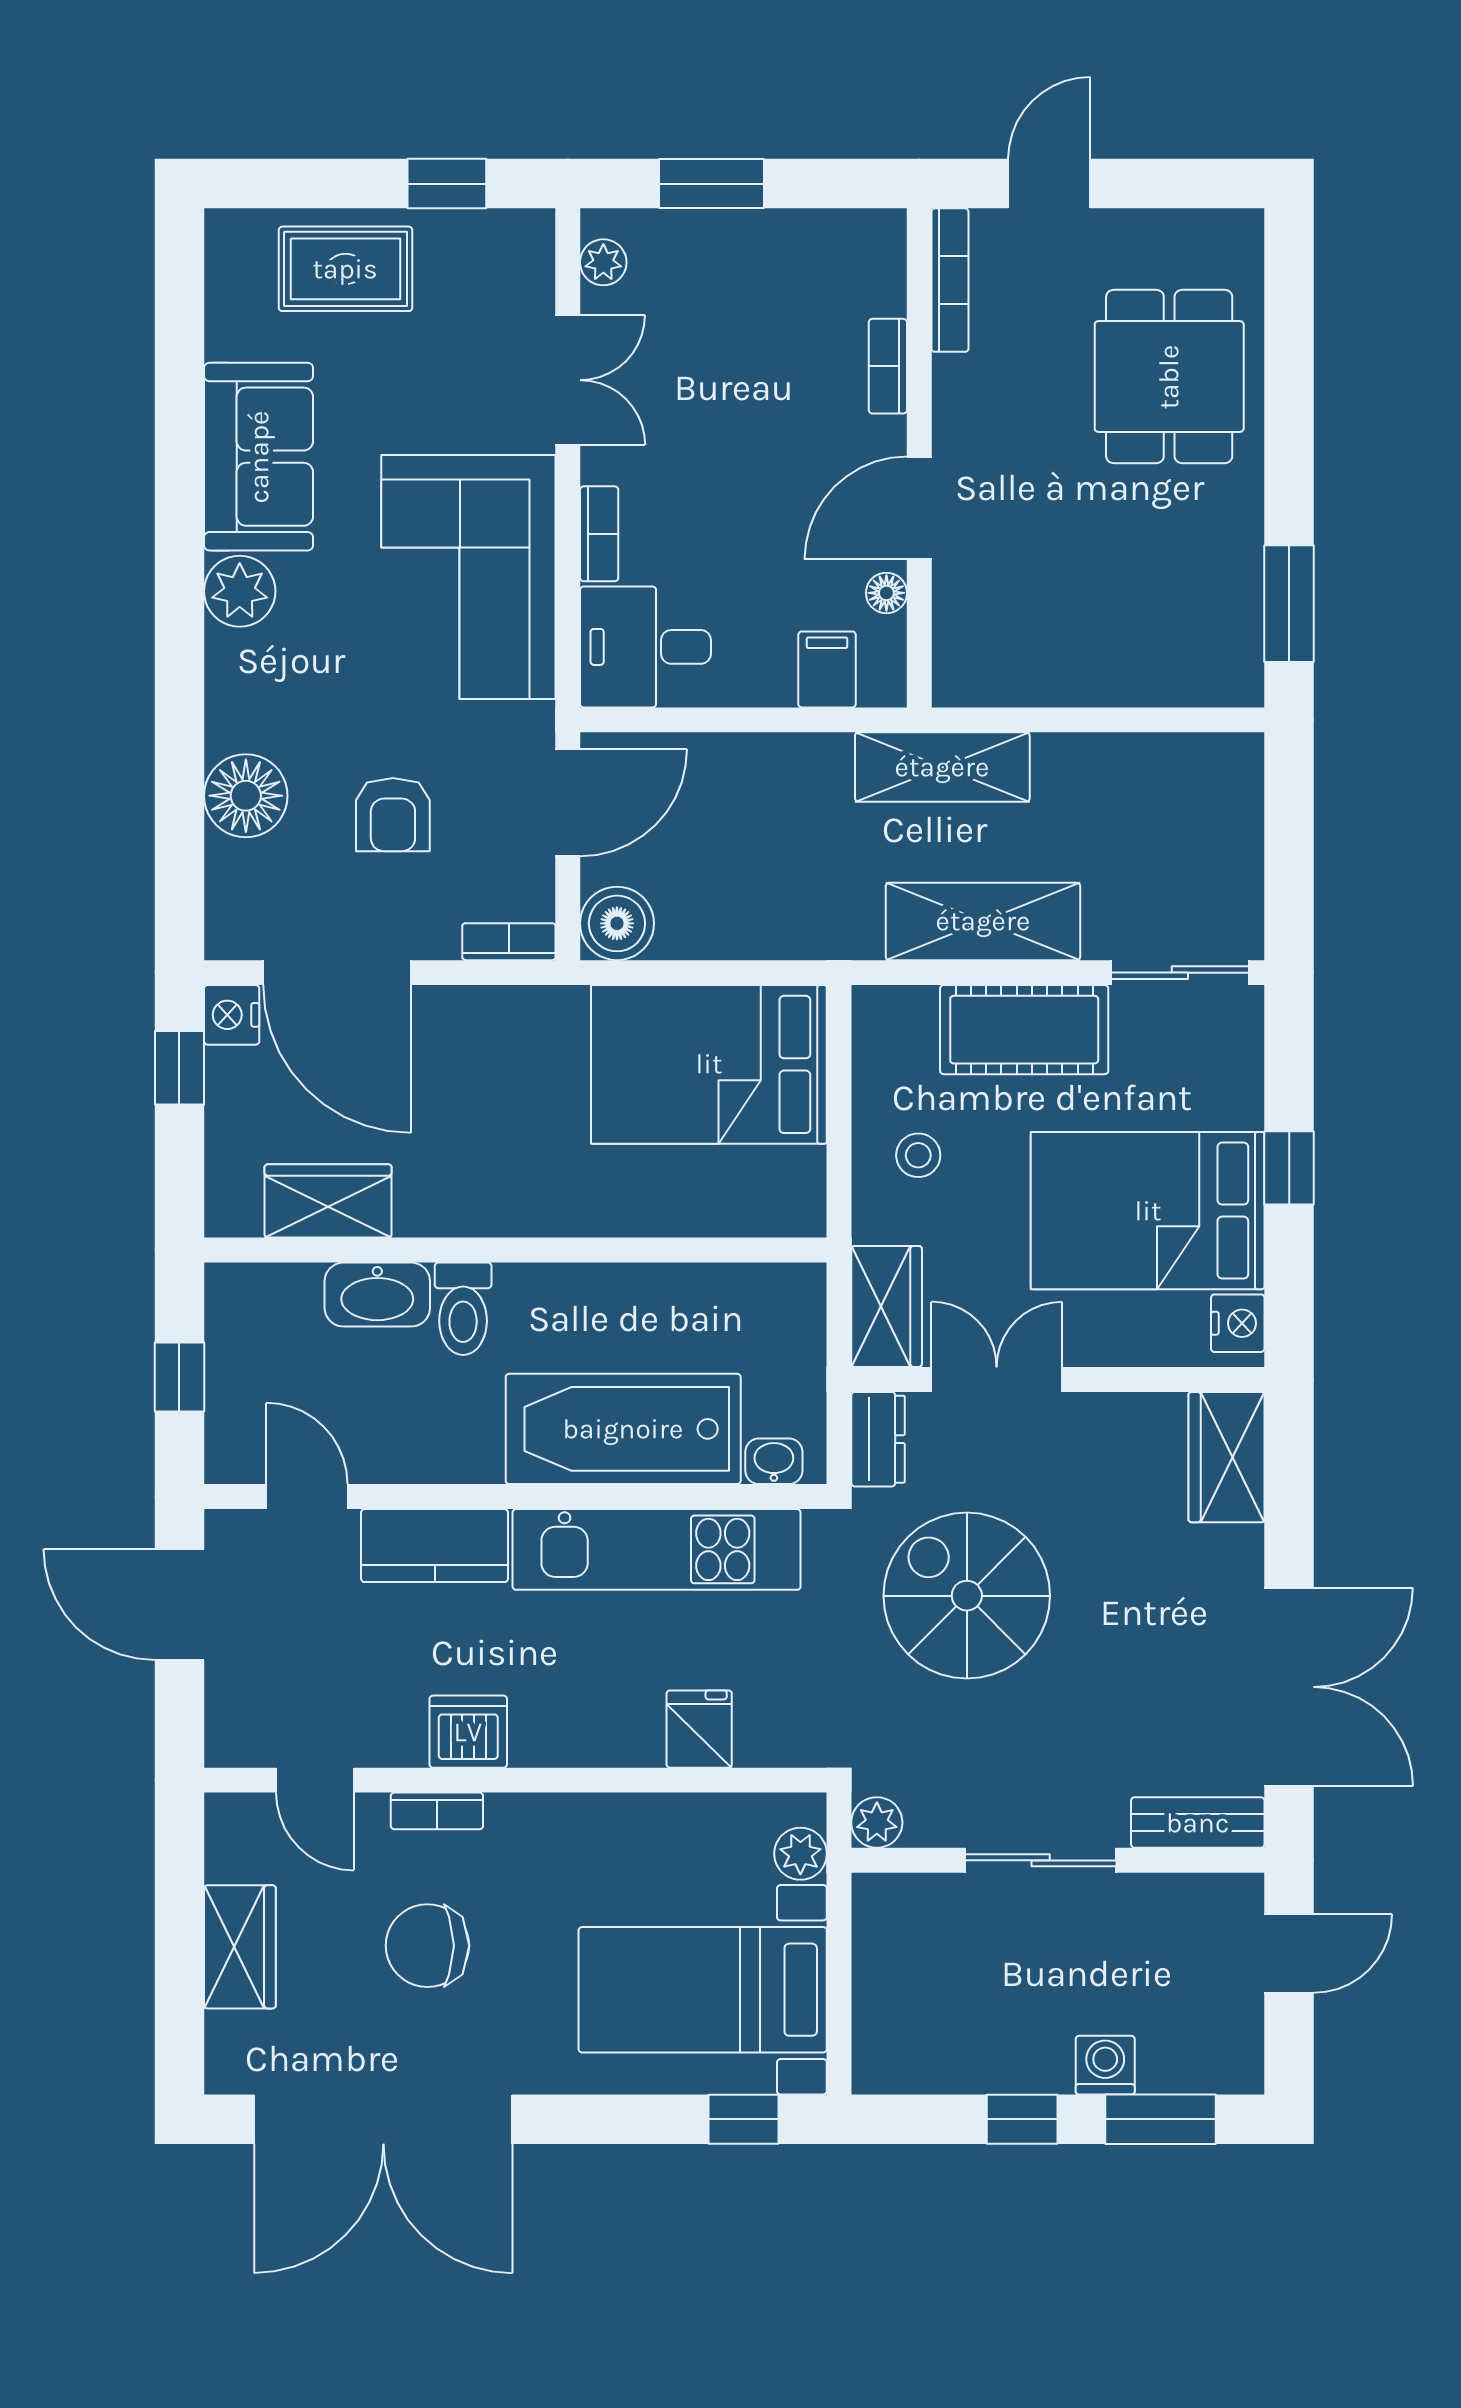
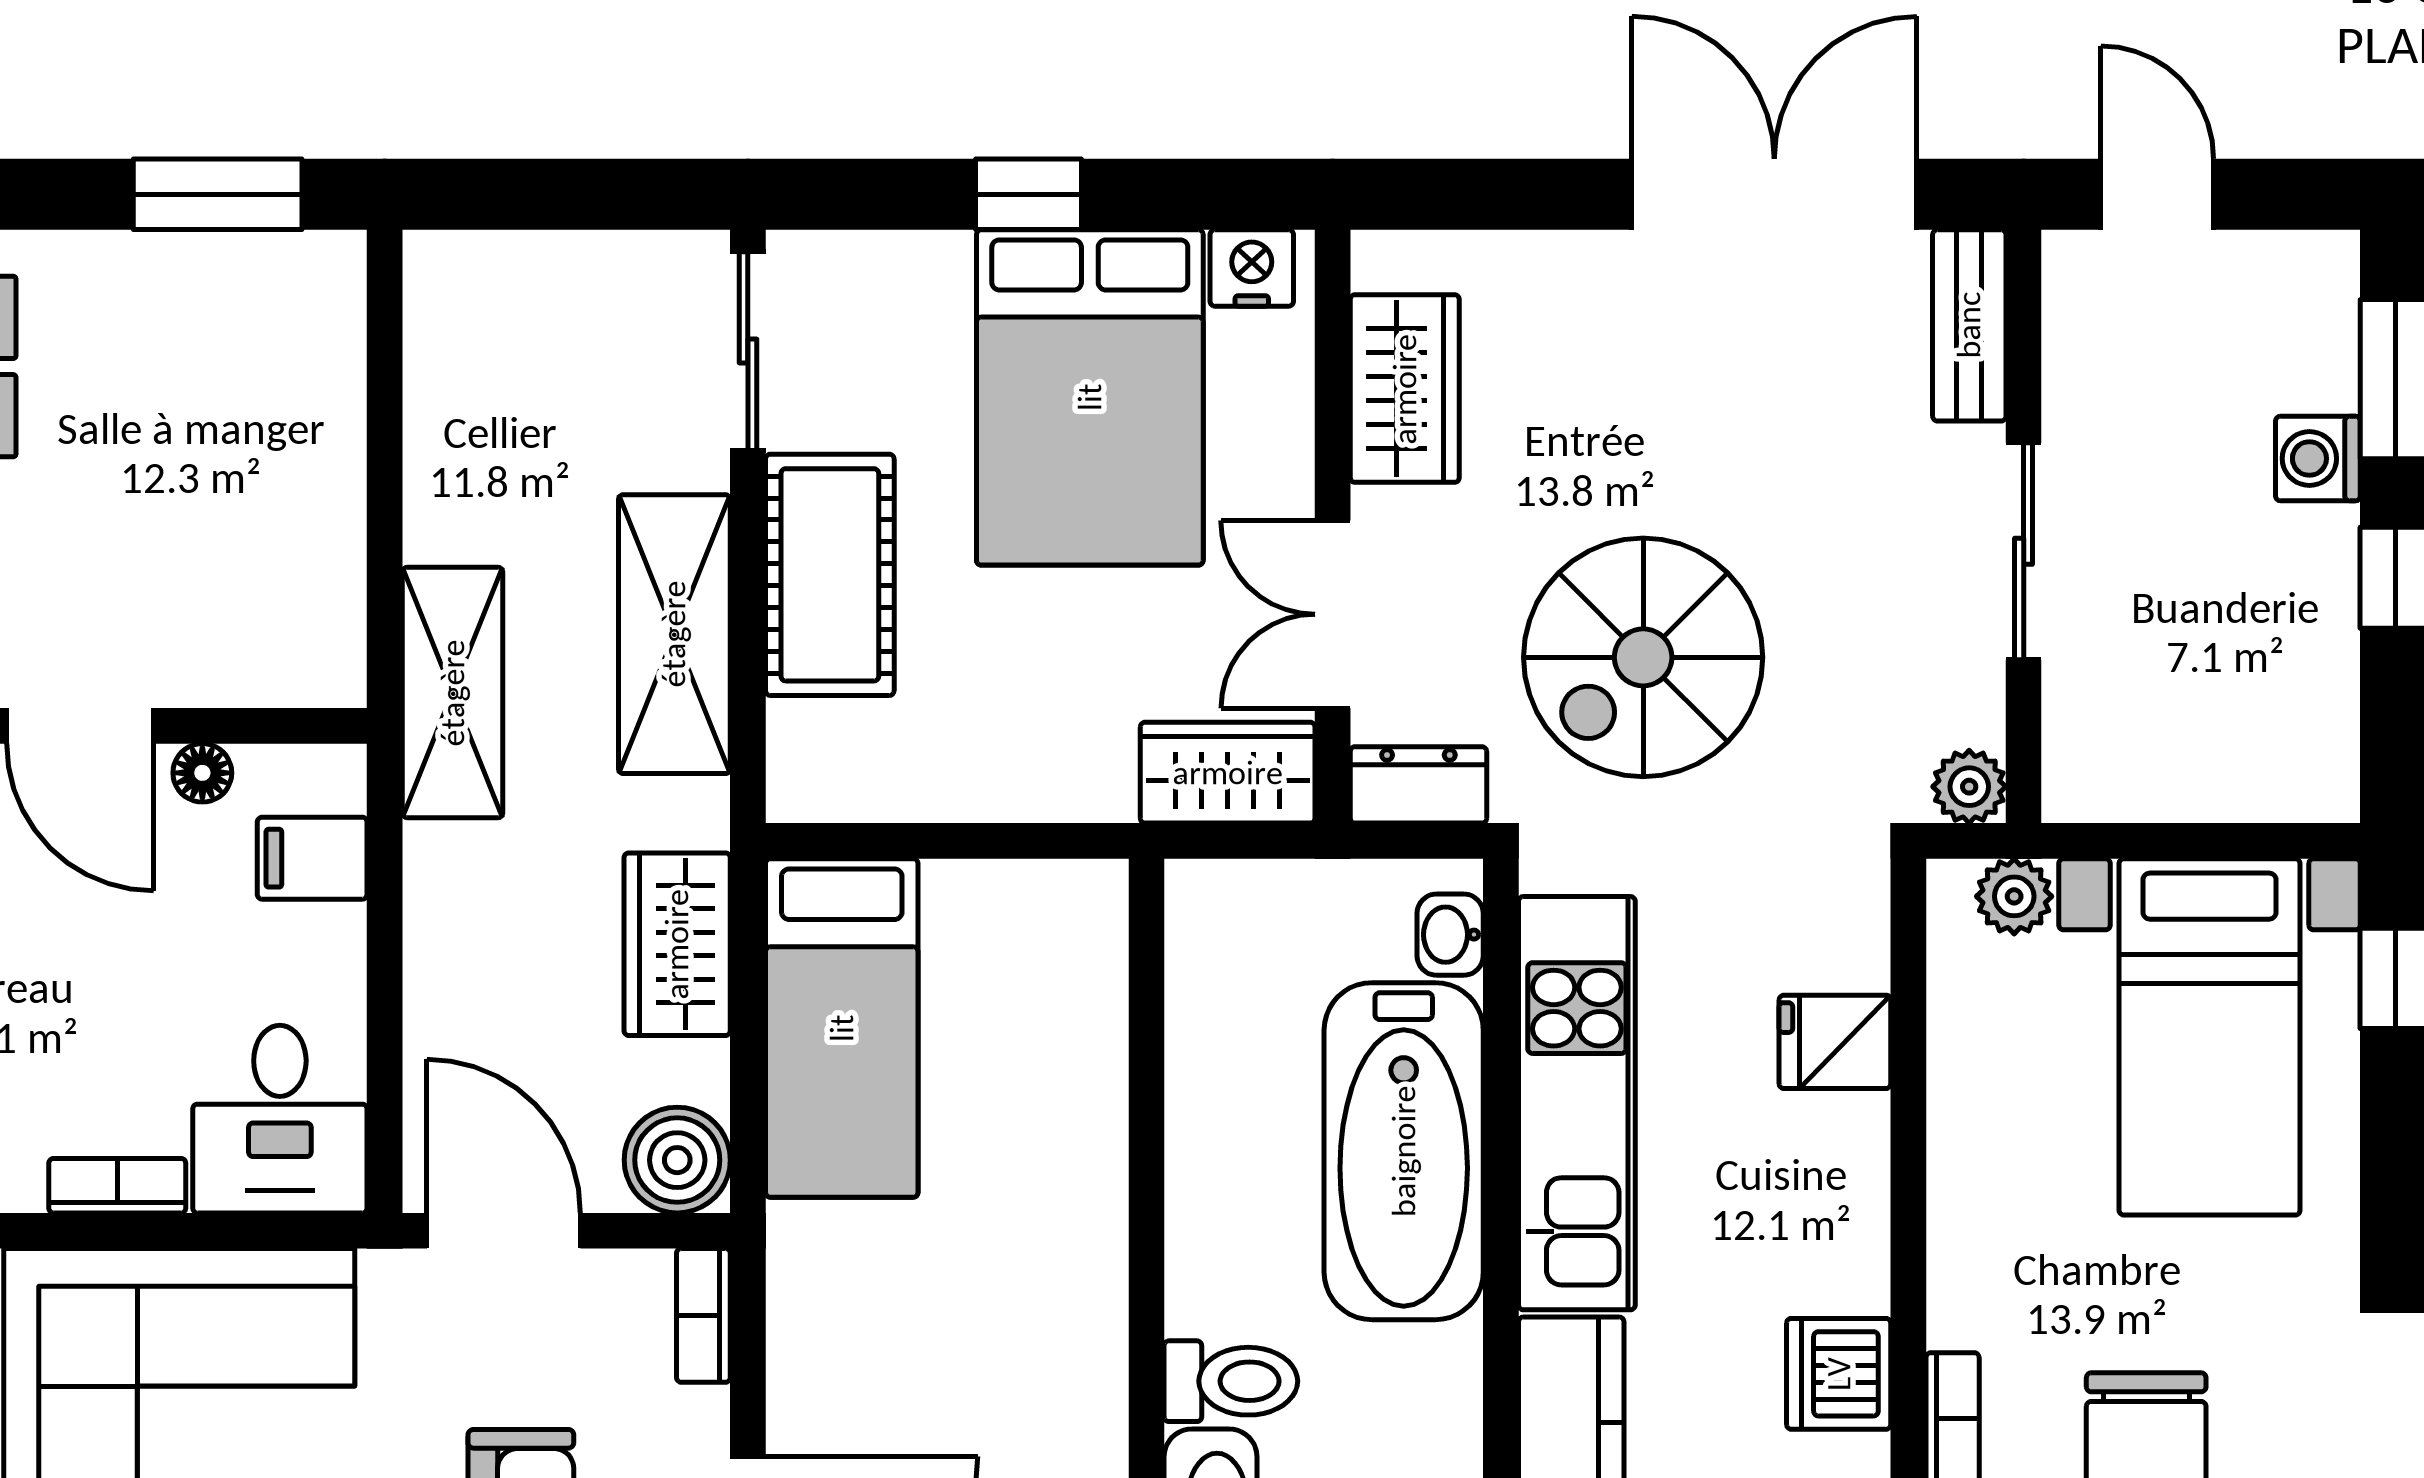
wardrobe: (767, 923) -> (677, 944), added
bed: (709, 1064) -> (842, 1028), width x0.67
stool: (918, 1155) -> (1010, 727), removed
wardrobe: (1226, 1457) -> (1405, 389), moved, turned -90

